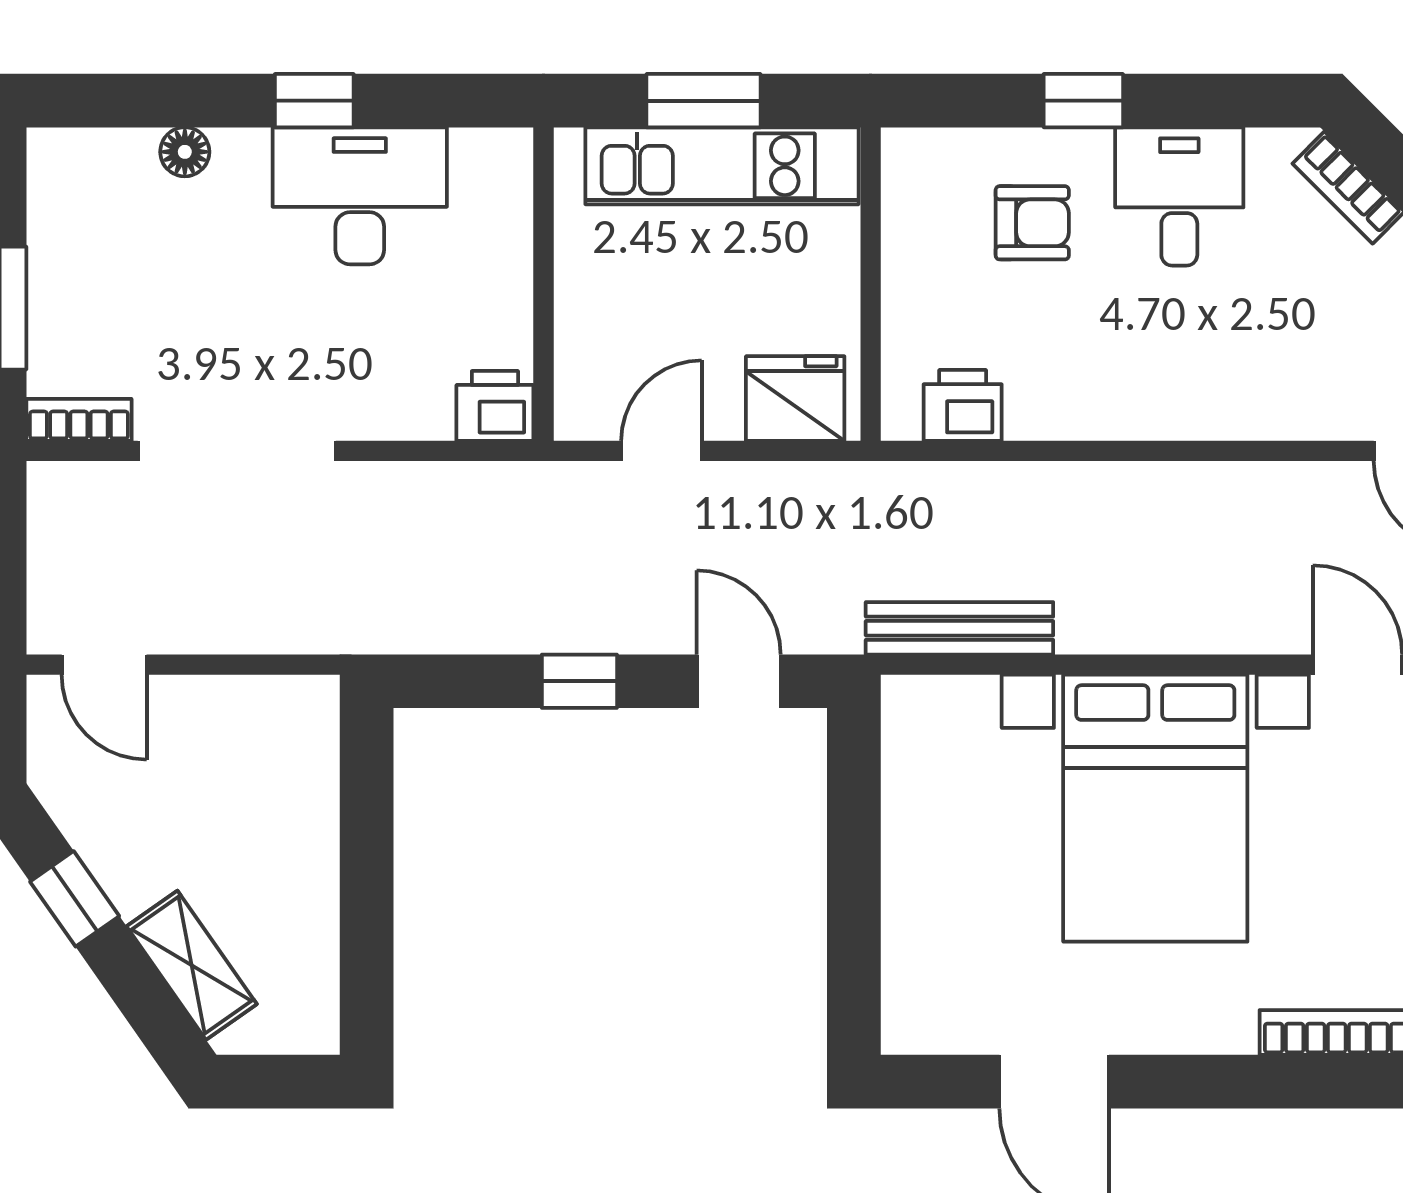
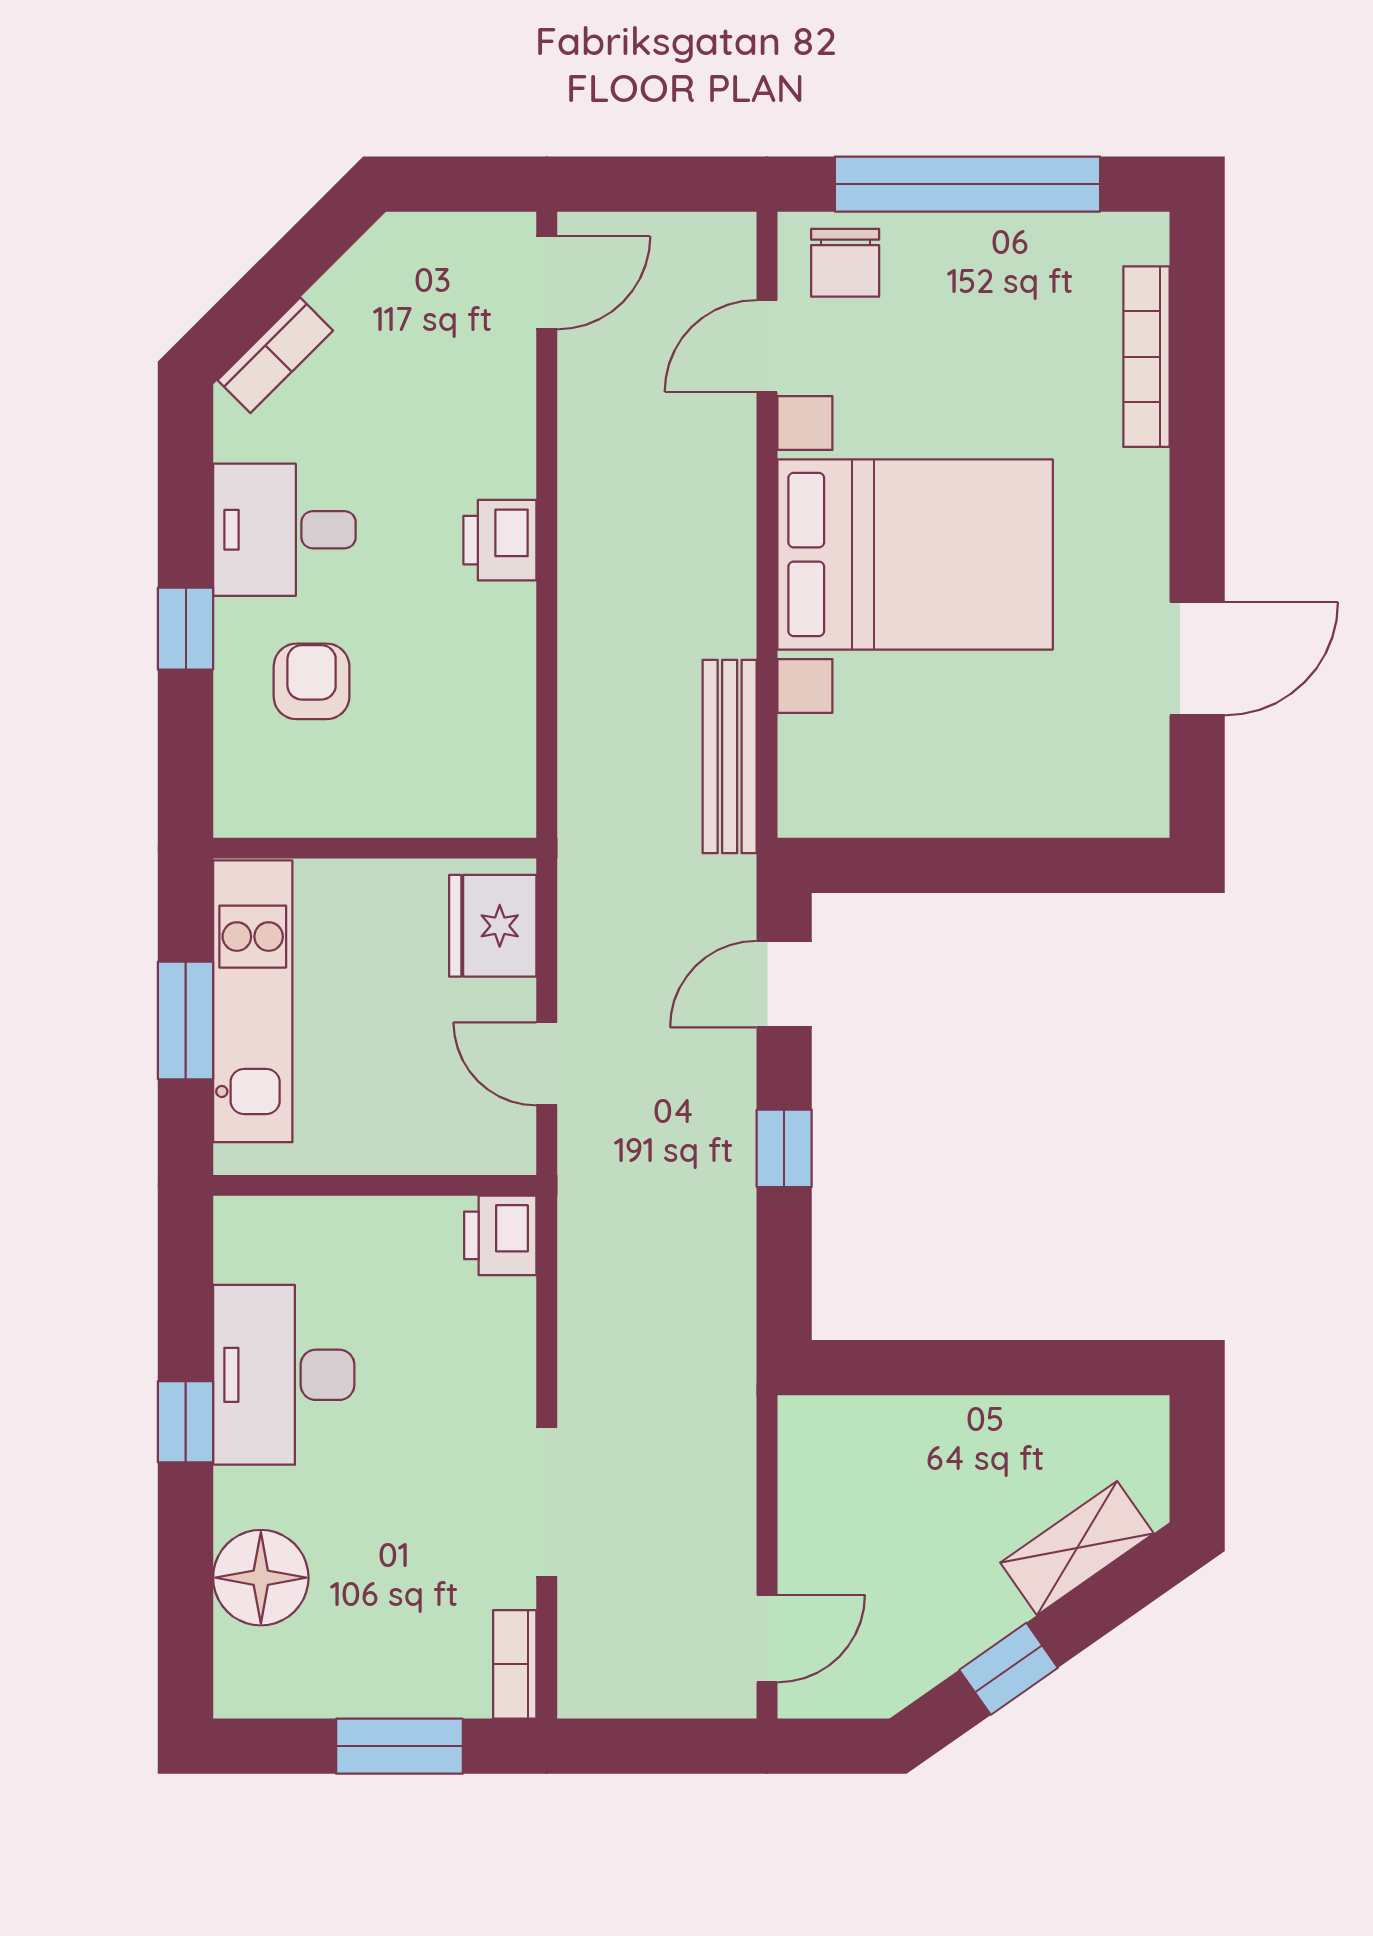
floor lamp: (185, 152) -> (261, 1578), width x1.89, depth x1.89
printer: (963, 405) -> (500, 540), moved
doorway: (237, 451) -> (547, 1502), width x0.73

